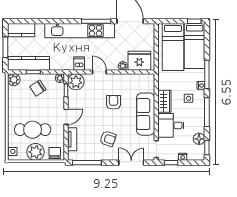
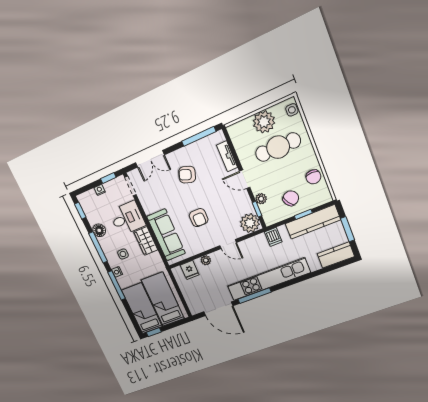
fridge: (139, 61) -> (190, 270), width x0.53, depth x0.75
dishwasher: (79, 64) -> (273, 237), moved
plant: (60, 78) -> (261, 199), moved
plant: (14, 80) -> (323, 196), removed
sofa: (146, 114) -> (166, 235), moved
door: (66, 117) -> (245, 179), hinge flipped
floor lamp: (199, 139) -> (99, 230), moved
chair: (55, 153) -> (313, 177), moved

